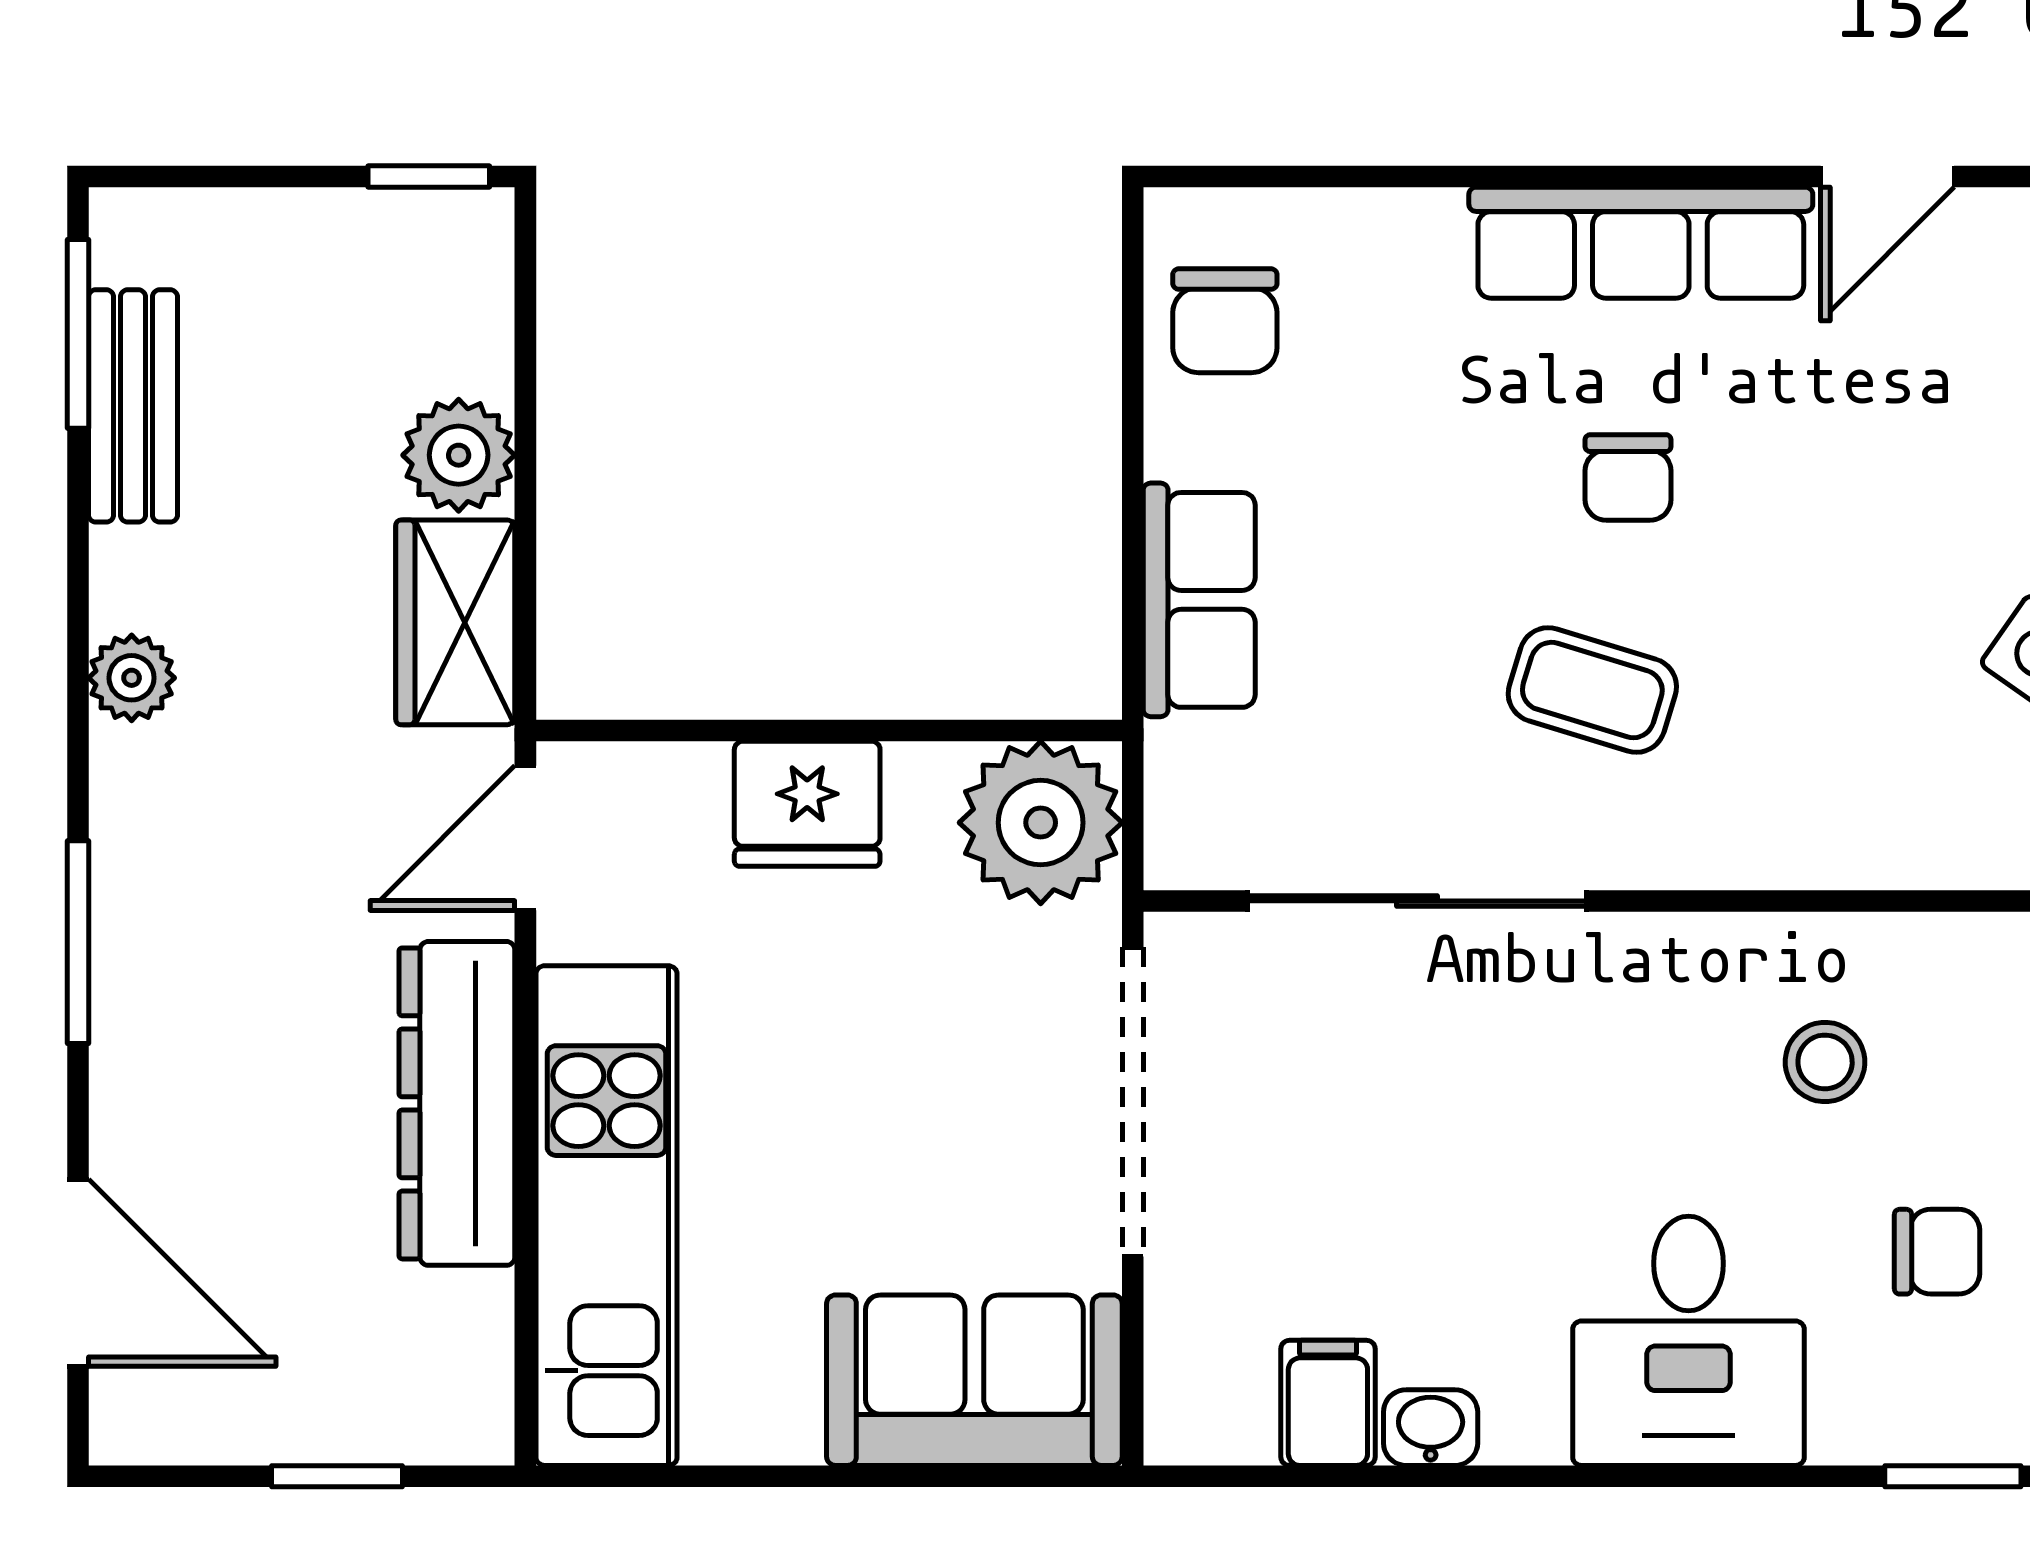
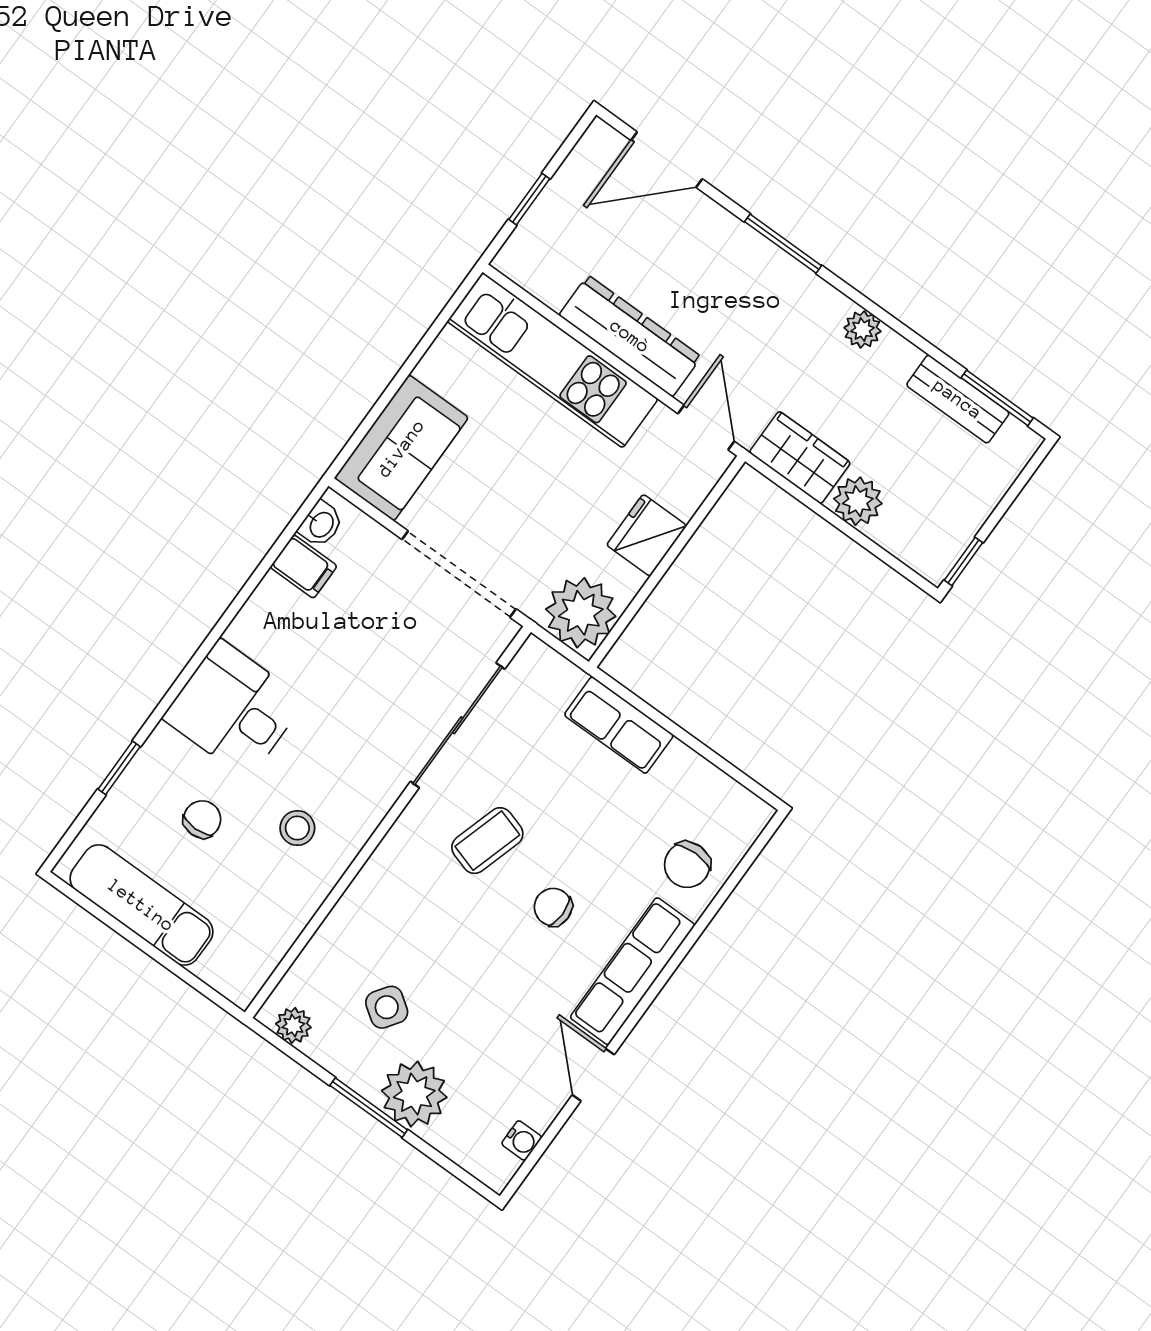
chair: (1225, 321) -> (687, 865), moved, turned -90
chair: (1937, 1252) -> (202, 819), turned 180
washbasin: (1431, 1428) -> (321, 524), moved

